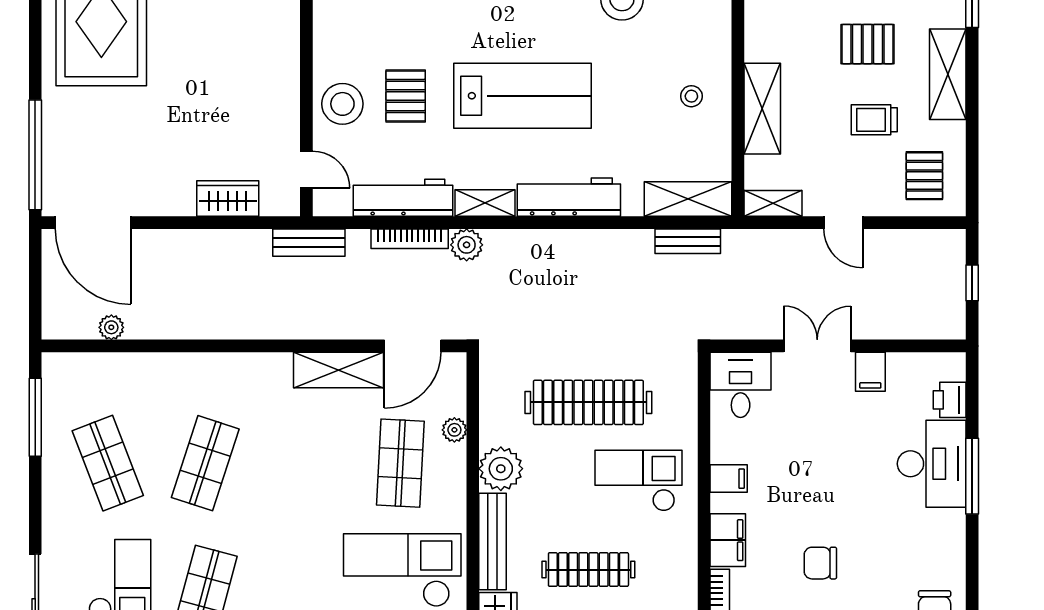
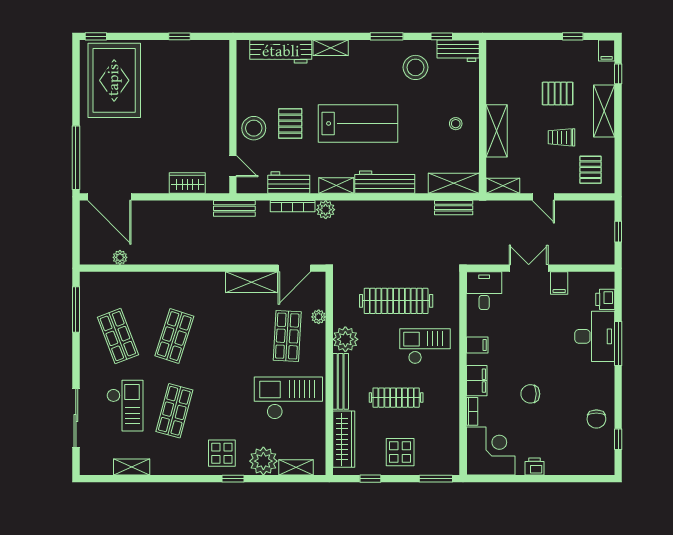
workbench: (403, 198) -> (289, 182), width x0.73

